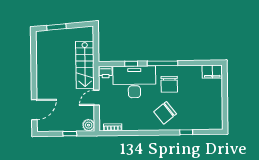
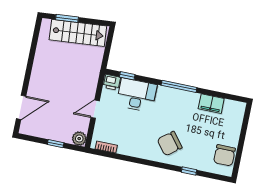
window: (131, 64) -> (127, 76), moved
stairs: (85, 65) -> (78, 33), moved, turned -95
filing cabinet: (212, 72) -> (211, 104), moved
desk: (134, 82) -> (137, 95), width x0.73, depth x0.77
chair: (169, 84) -> (224, 155), moved

